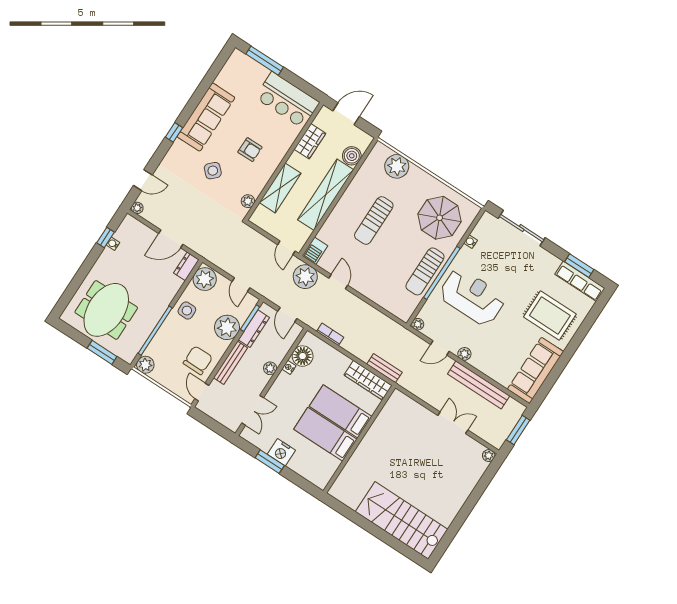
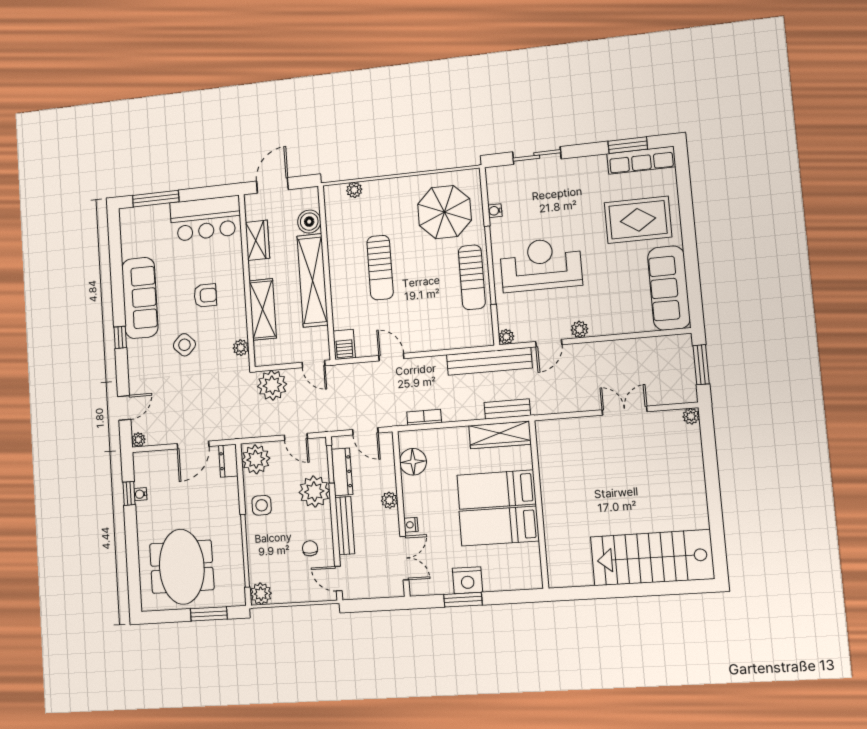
plant: (397, 166) -> (354, 190), width x0.53, depth x0.53
sliding door: (522, 228) -> (537, 155), width x0.73
plant: (305, 277) -> (272, 385), moved
chair: (198, 360) -> (310, 548), width x0.54, depth x0.54
nightstand: (289, 367) -> (411, 525), moved
bench: (479, 385) -> (489, 361), moved

